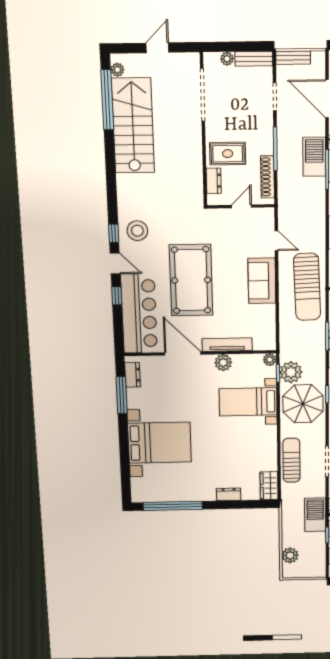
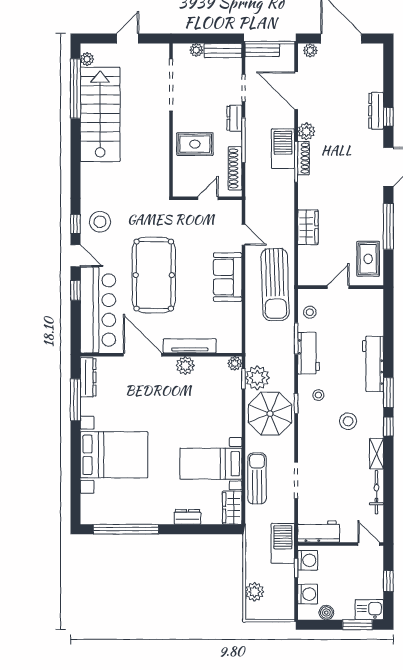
dresser: (214, 181) -> (234, 118), moved, turned 180
dresser: (132, 375) -> (88, 377), width x1.44
bed with nightstands: (248, 402) -> (211, 464), moved

